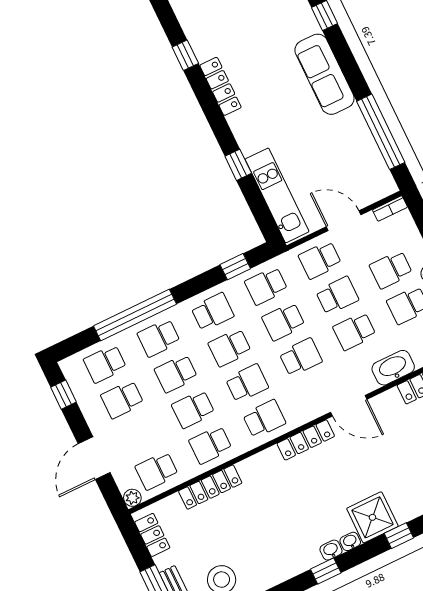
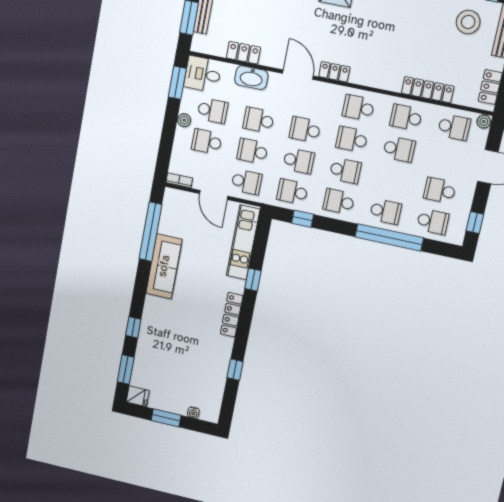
sofa: (324, 74) -> (164, 266), moved
locker: (220, 86) -> (232, 315), moved
school desk: (391, 270) -> (207, 142), turned 180
school desk: (266, 286) -> (292, 192), turned 180
school desk: (354, 331) -> (259, 120), turned 180
school desk: (176, 373) -> (392, 180), removed
school desk: (122, 399) -> (440, 190), turned 180
locker: (306, 440) -> (334, 72), width x0.66
school desk: (210, 445) -> (406, 117), turned 180

